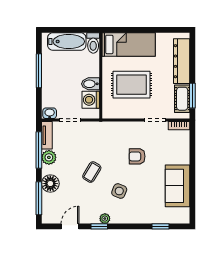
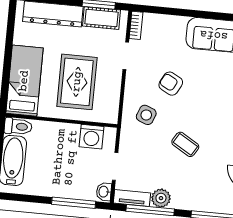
window: (39, 71) -> (74, 203), moved
bidet: (91, 84) -> (71, 135), removed
armchair: (137, 156) -> (171, 84), turned 118
floor lamp: (50, 184) -> (195, 200), removed
side table: (119, 191) -> (146, 115), moved

